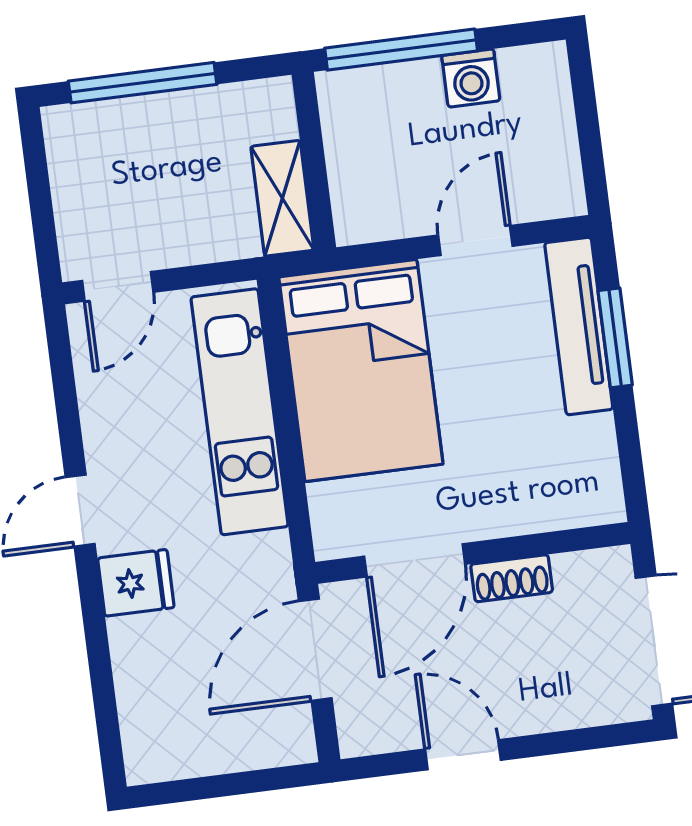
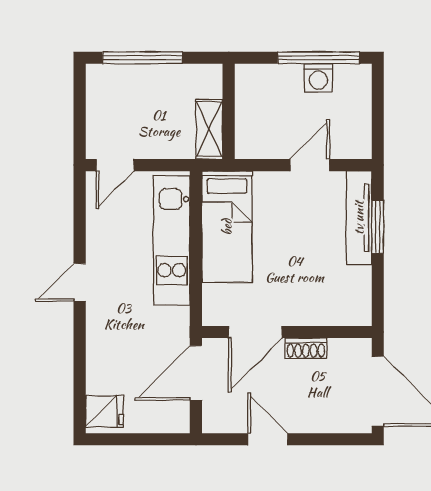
window: (401, 50) -> (319, 58), moved
bed: (361, 370) -> (227, 227), width x0.67
fridge: (136, 583) -> (105, 411), moved

